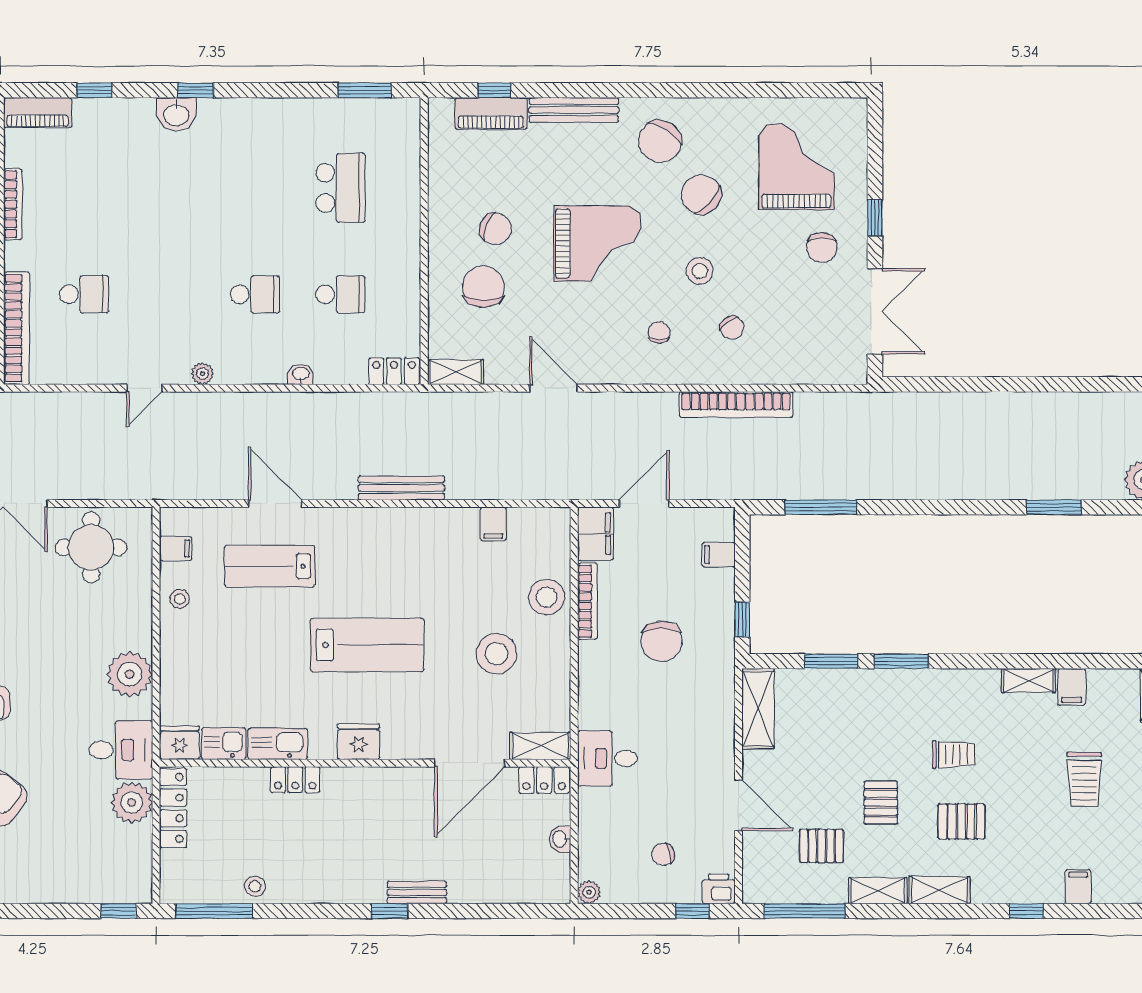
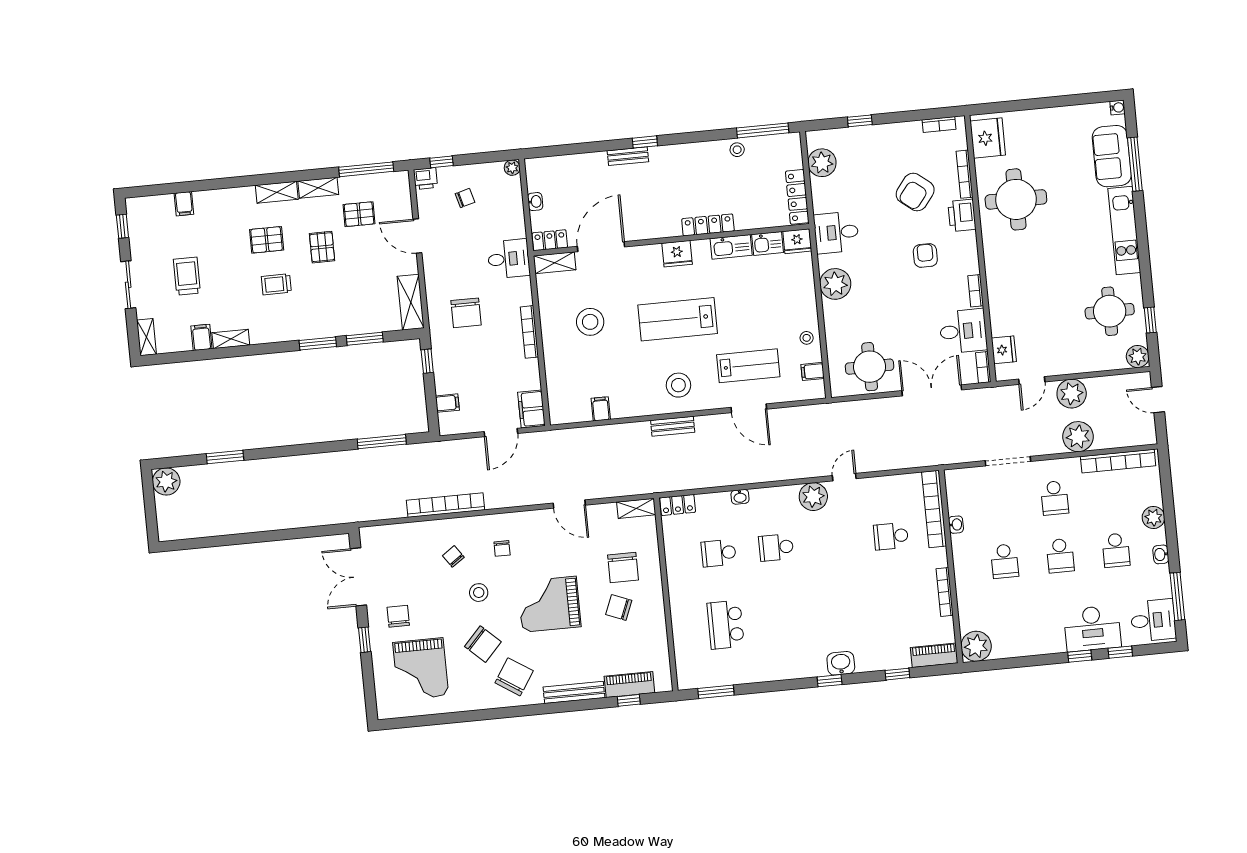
plant: (202, 374) -> (813, 497), width x1.88, depth x1.88
bench: (401, 488) -> (673, 426), width x0.73
stool: (547, 597) -> (678, 385), moved
bookcase: (587, 601) -> (529, 332), moved
chair: (661, 641) -> (466, 313), moved, turned 180
locker: (295, 780) -> (708, 225), width x1.53
plant: (132, 802) -> (822, 163), moved
window: (118, 911) -> (860, 121), moved
window: (1026, 911) -> (217, 184), removed

